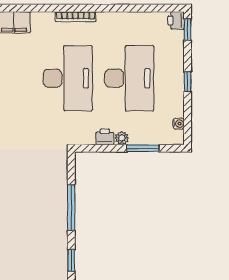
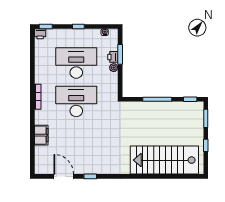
printer: (105, 137) -> (113, 57), moved

